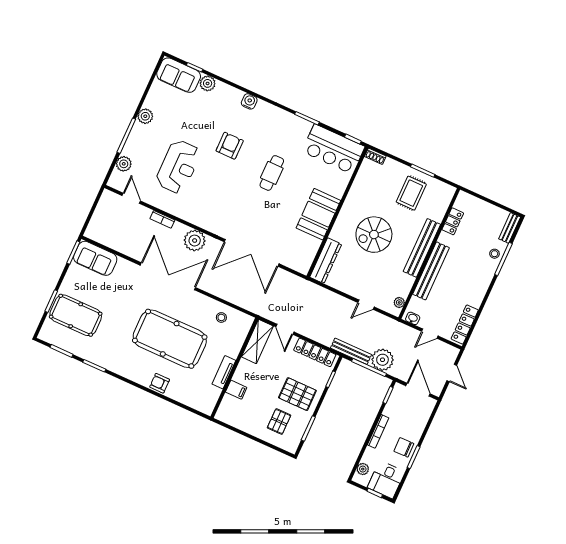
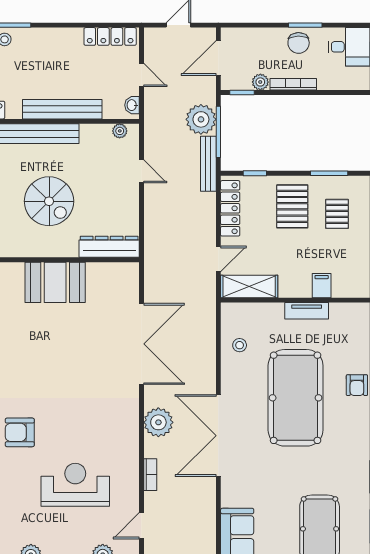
cafe table: (272, 173) -> (30, 364), removed
pallet: (279, 421) -> (337, 214), turned 90
plant: (363, 469) -> (260, 82), moved

